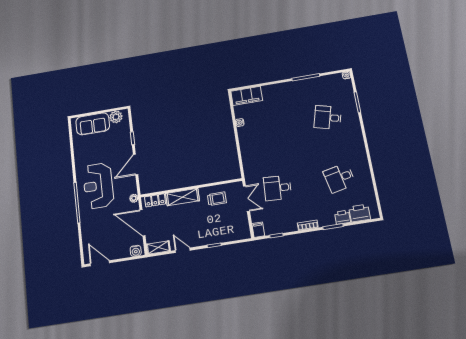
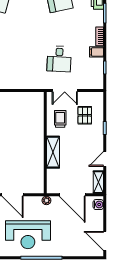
double door: (246, 199) -> (65, 90), swing flipped
locker: (155, 200) -> (52, 180), removed
door: (142, 223) -> (72, 195), hinge flipped
pallet: (224, 223) -> (85, 115), added
filing cabinet: (258, 230) -> (97, 52), moved
door: (100, 263) -> (105, 241), hinge flipped

